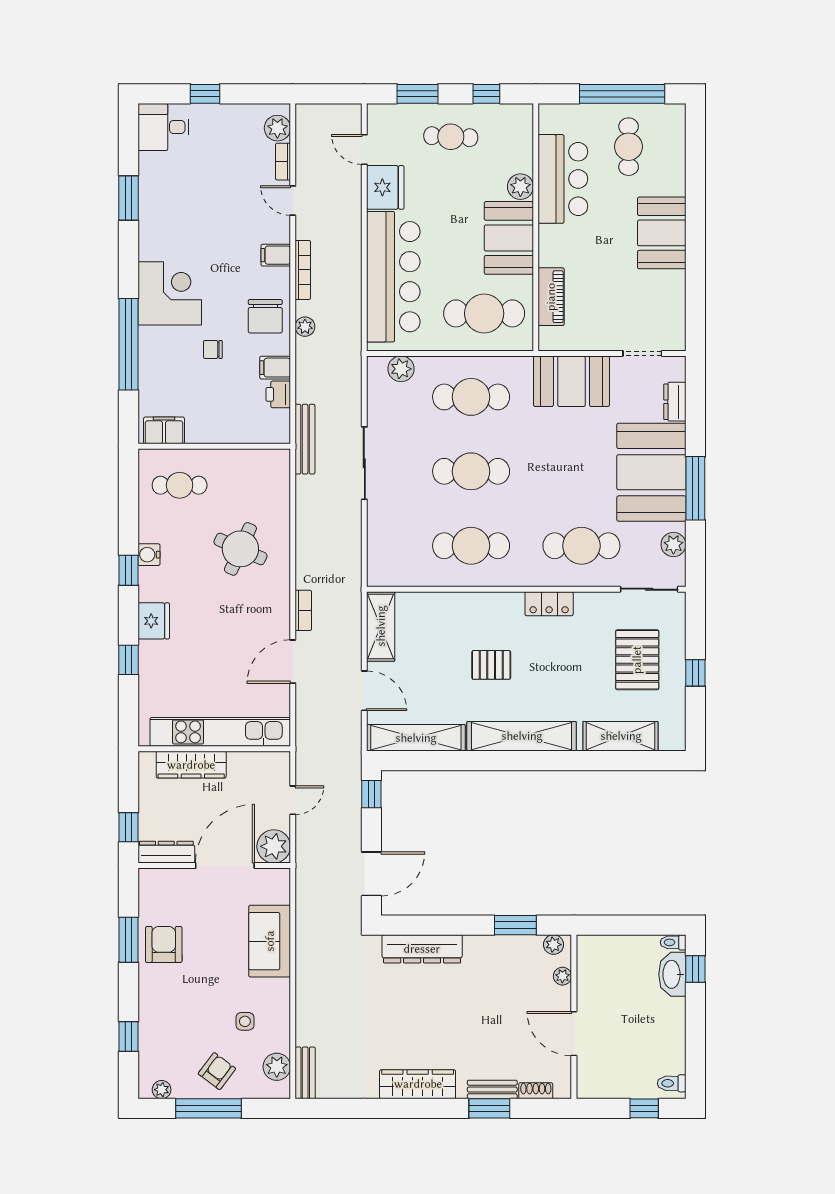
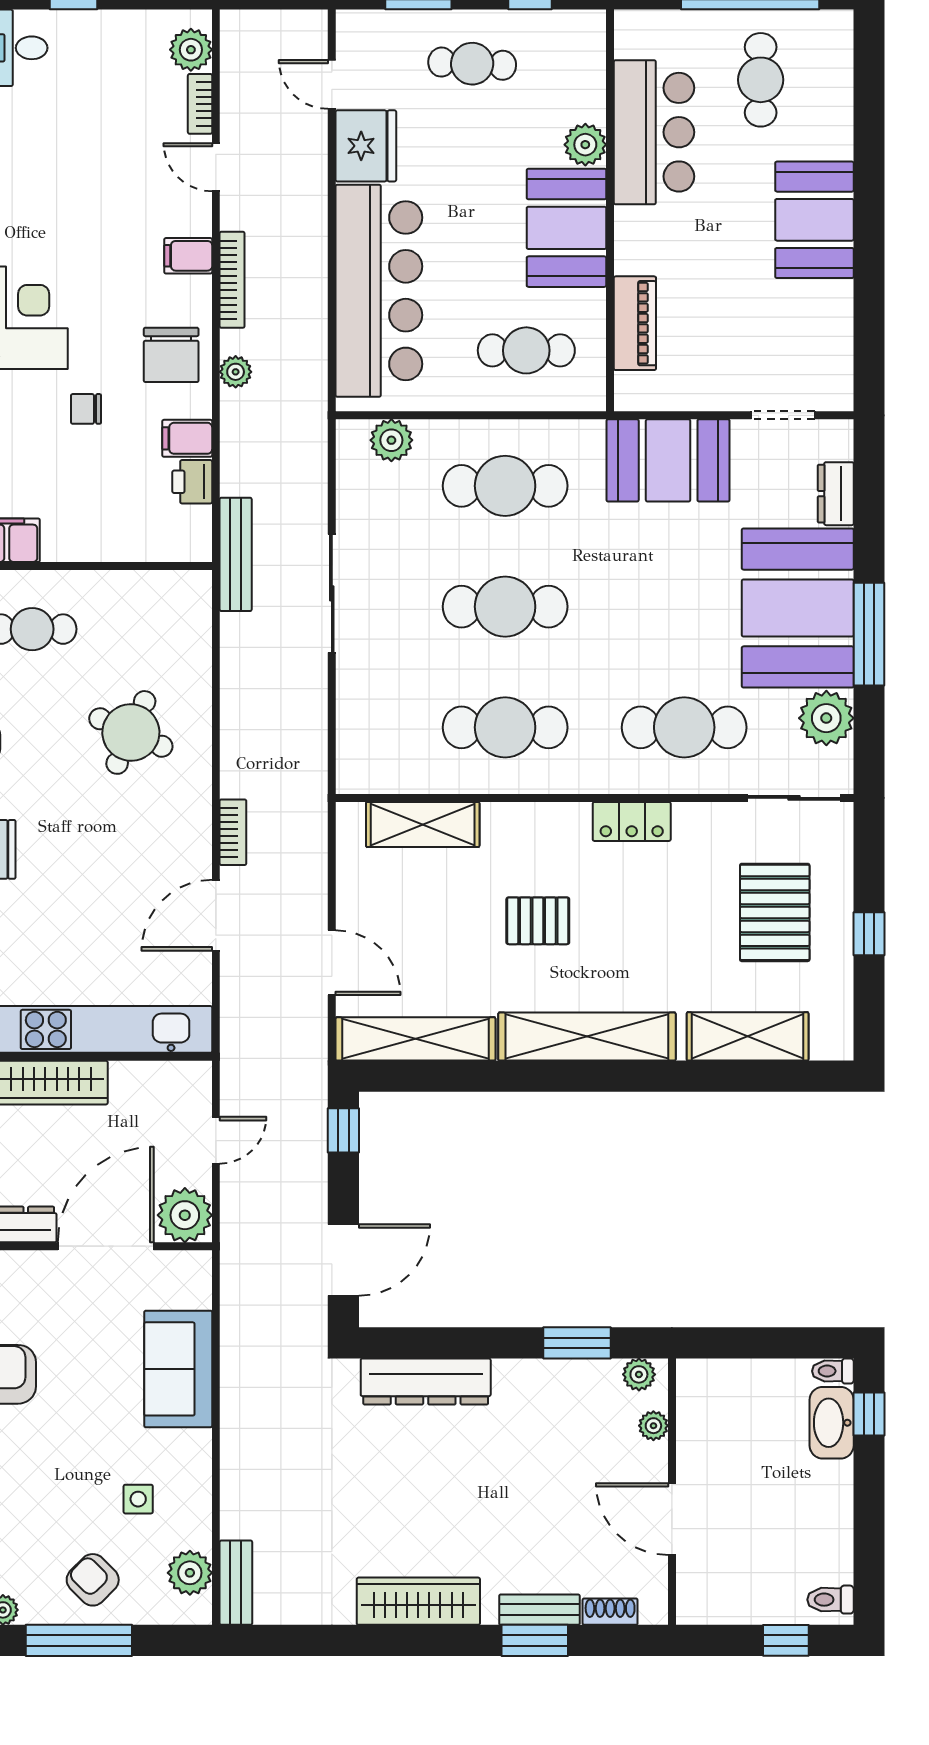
cafe table: (484, 313) -> (526, 350), width x0.73, depth x0.74
plant: (673, 545) -> (826, 718), width x1.36, depth x1.36
shelving: (381, 626) -> (423, 824), moved, turned 90
armchair: (217, 1071) -> (93, 1580), turned -82

